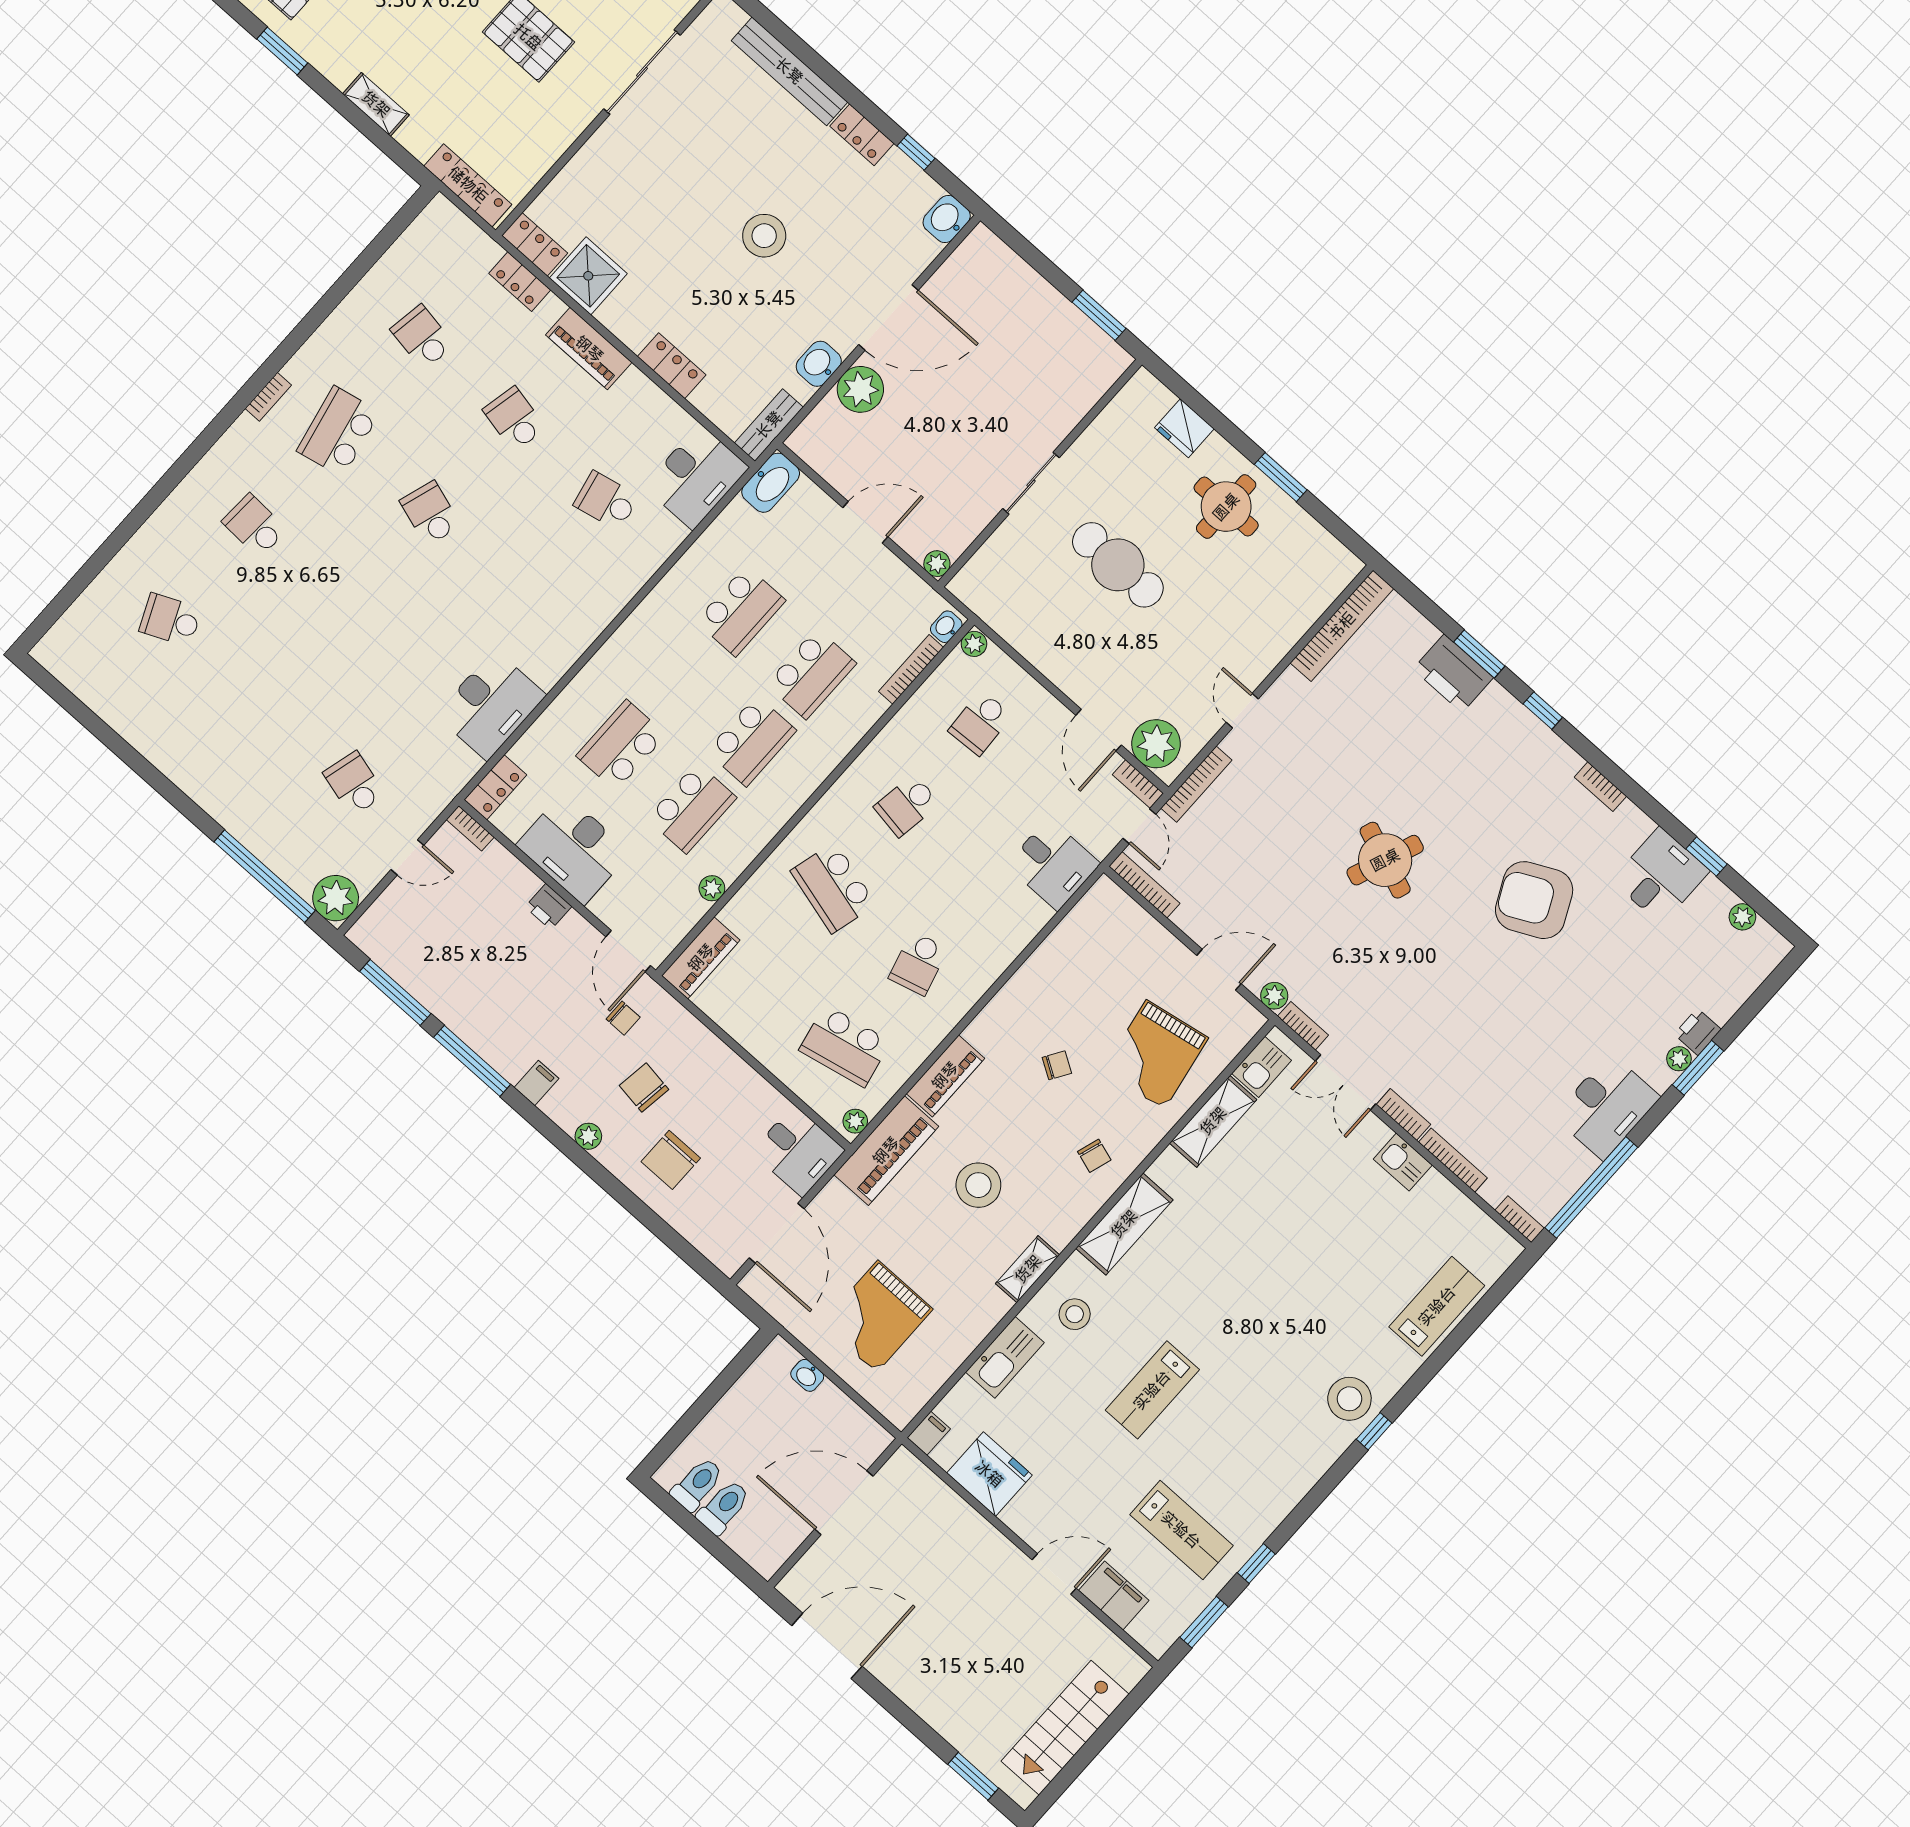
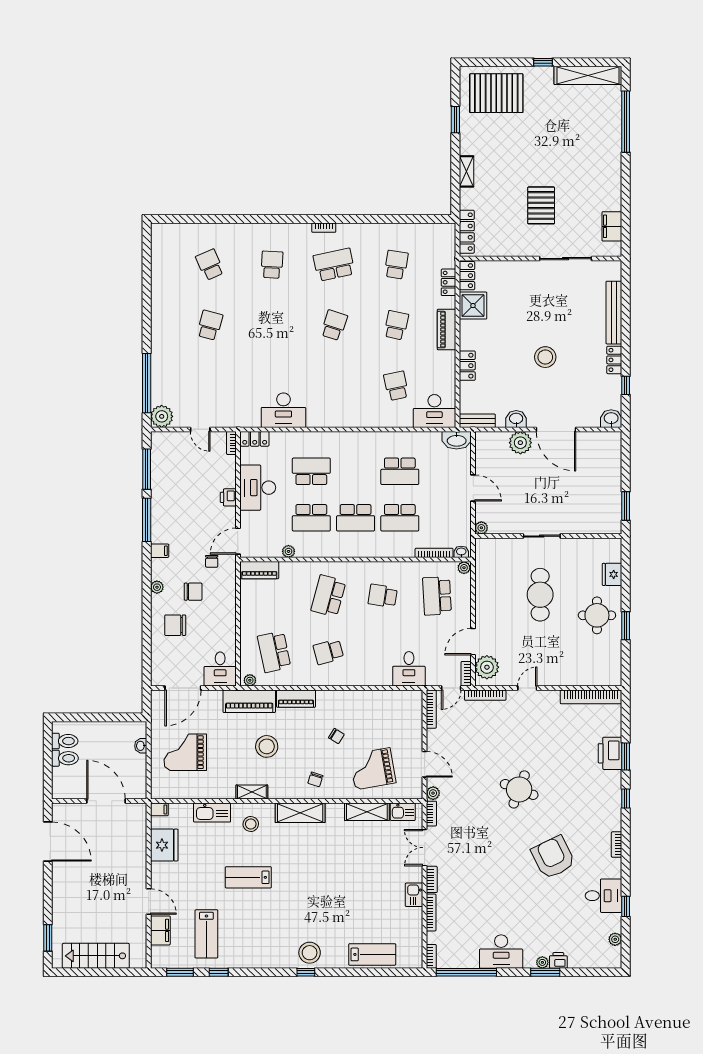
school desk: (980, 723) -> (437, 596), width x1.85
school desk: (354, 784) -> (210, 325), moved
chair: (644, 1087) -> (193, 592), turned 82

